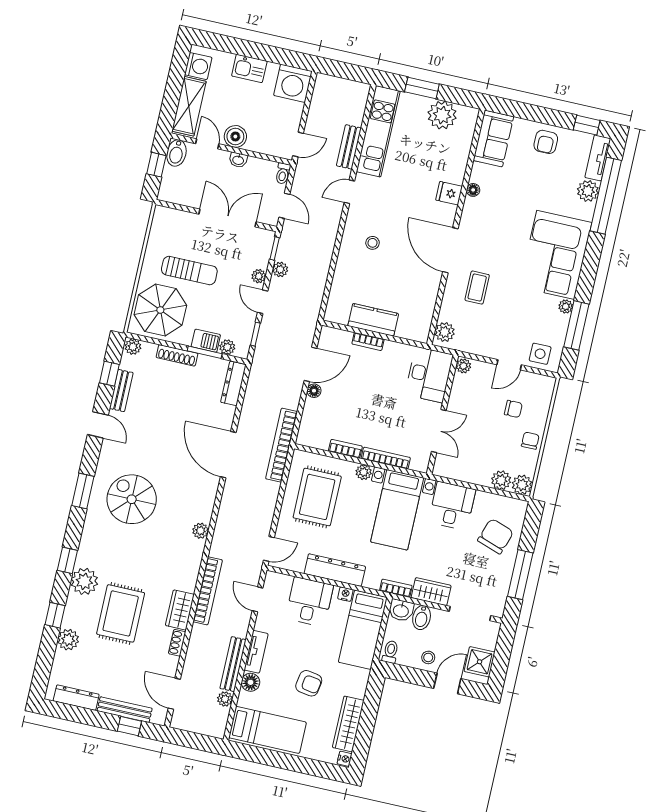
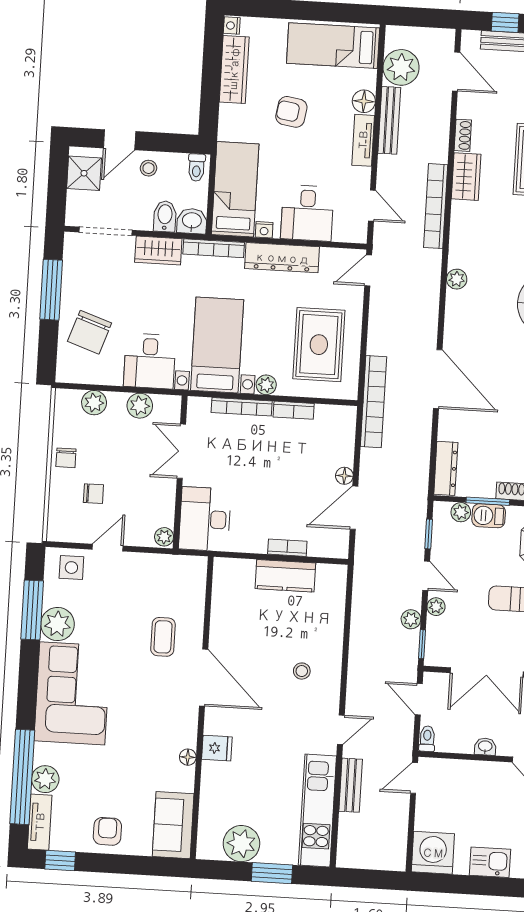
boiler: (235, 136) -> (493, 775), removed
plant: (566, 306) -> (58, 624), width x1.88, depth x1.88
plant: (445, 332) -> (194, 575), removed
chair: (513, 409) -> (93, 494), turned 180
plant: (522, 485) -> (140, 406), moved
bookcase: (396, 588) -> (214, 248), width x1.56
plant: (225, 699) -> (401, 67), width x1.87, depth x1.87

